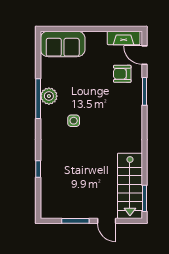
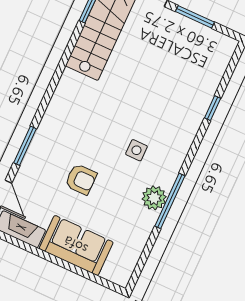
sofa: (63, 44) -> (76, 245), moved
armchair: (122, 74) -> (81, 179), moved

